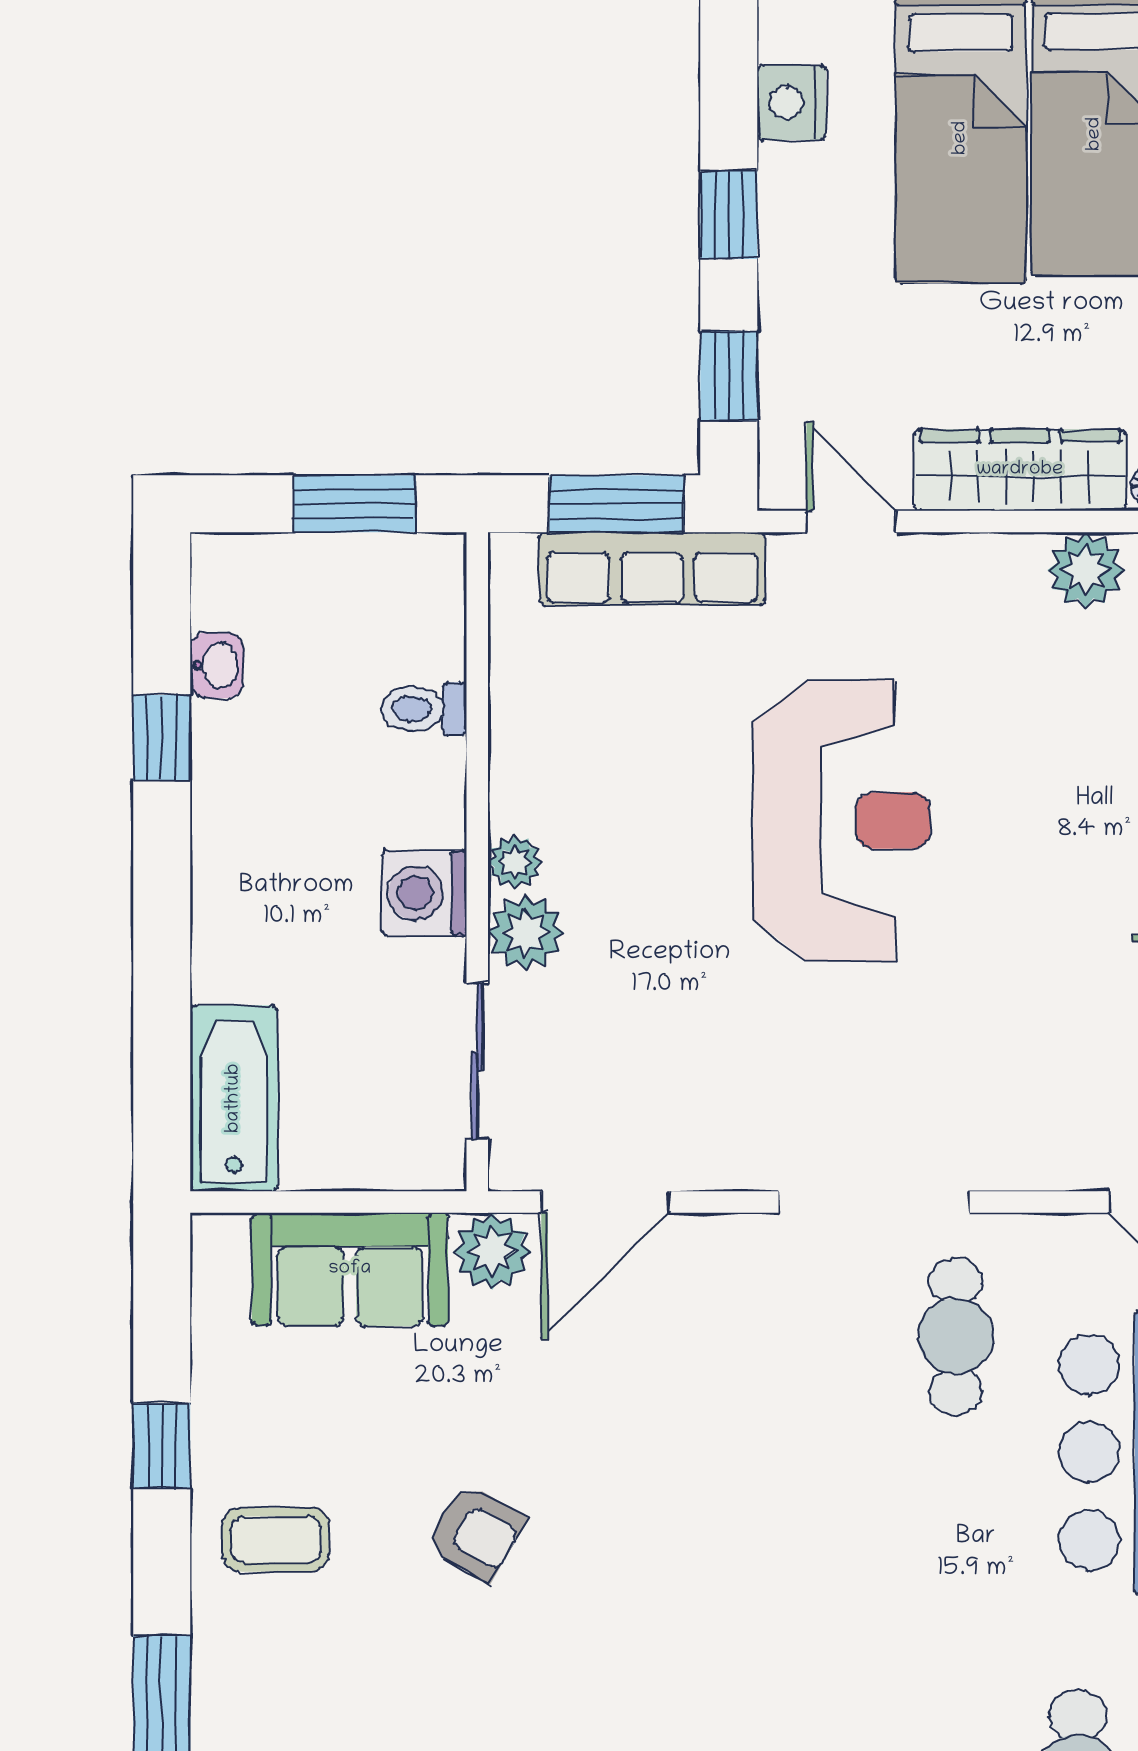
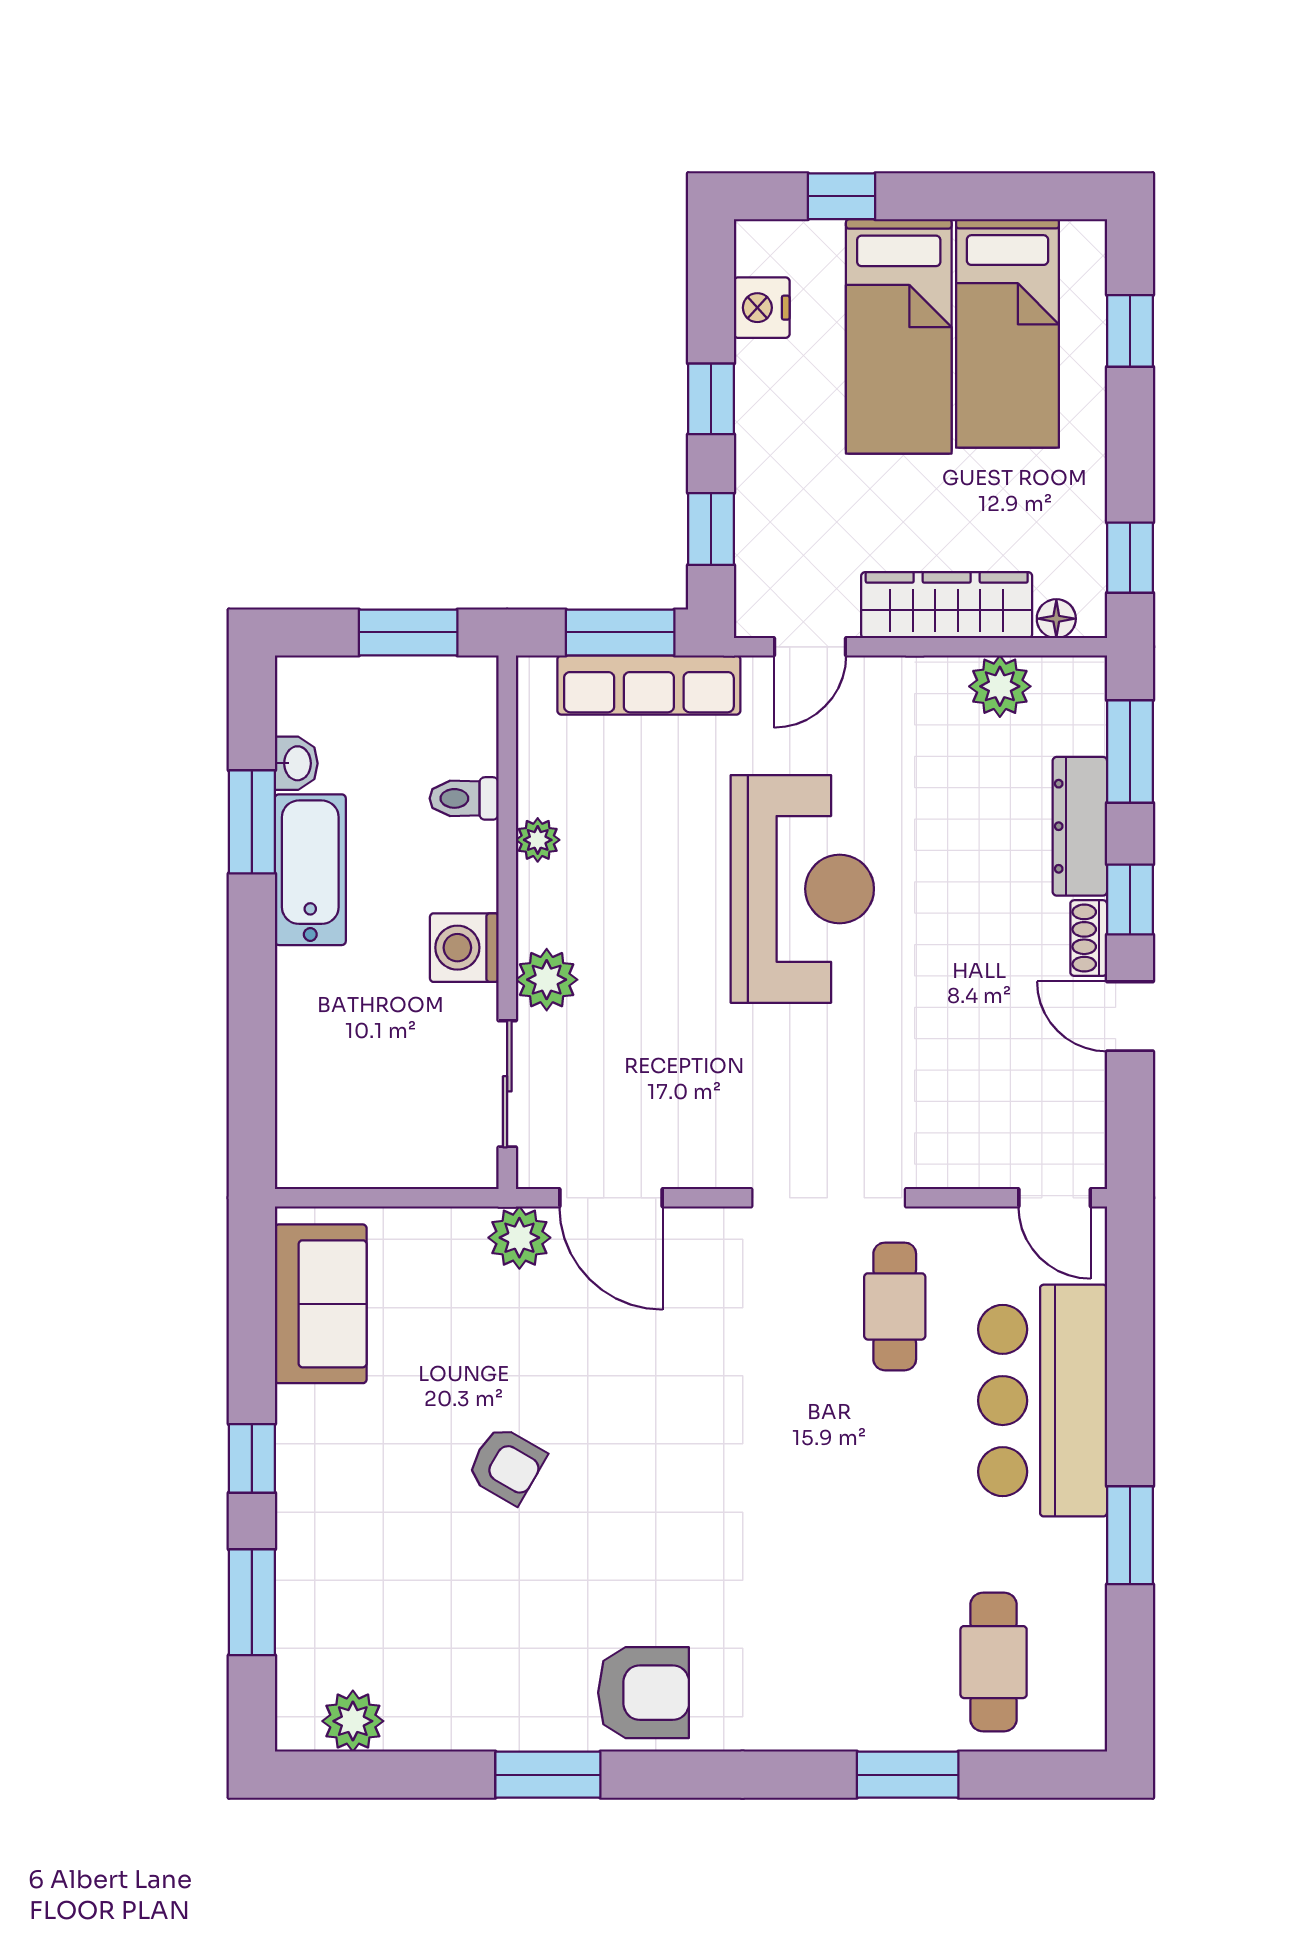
door: (851, 521) -> (810, 647), swing flipped
window: (162, 738) -> (252, 822), width x1.50
plant: (515, 862) -> (538, 840), moved
bathtub: (234, 1098) -> (310, 870), moved
door: (605, 1202) -> (611, 1198), hinge flipped
sofa: (350, 1269) -> (321, 1304), moved, turned -90
window: (162, 1446) -> (252, 1458), moved
coffee table: (276, 1540) -> (344, 1471), removed

